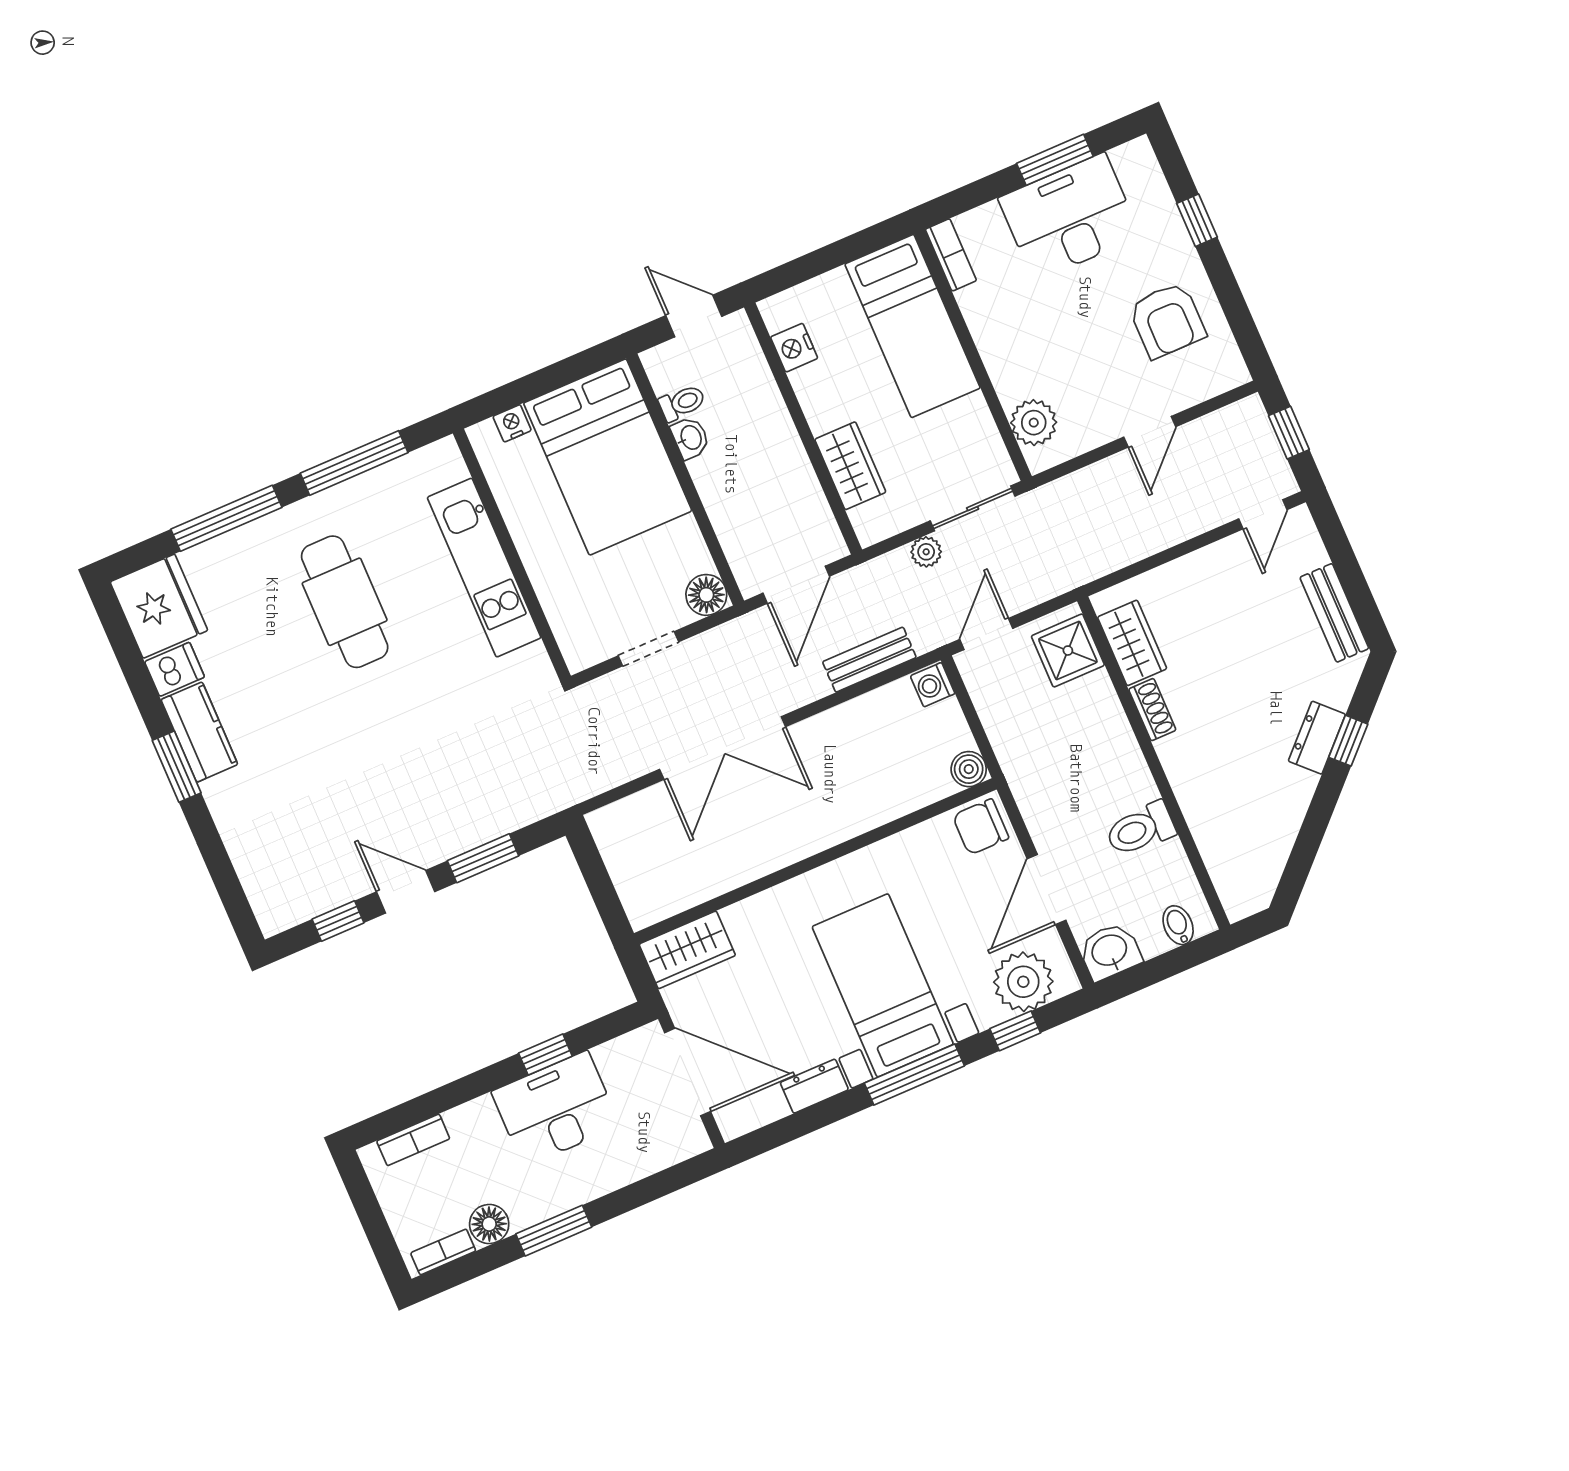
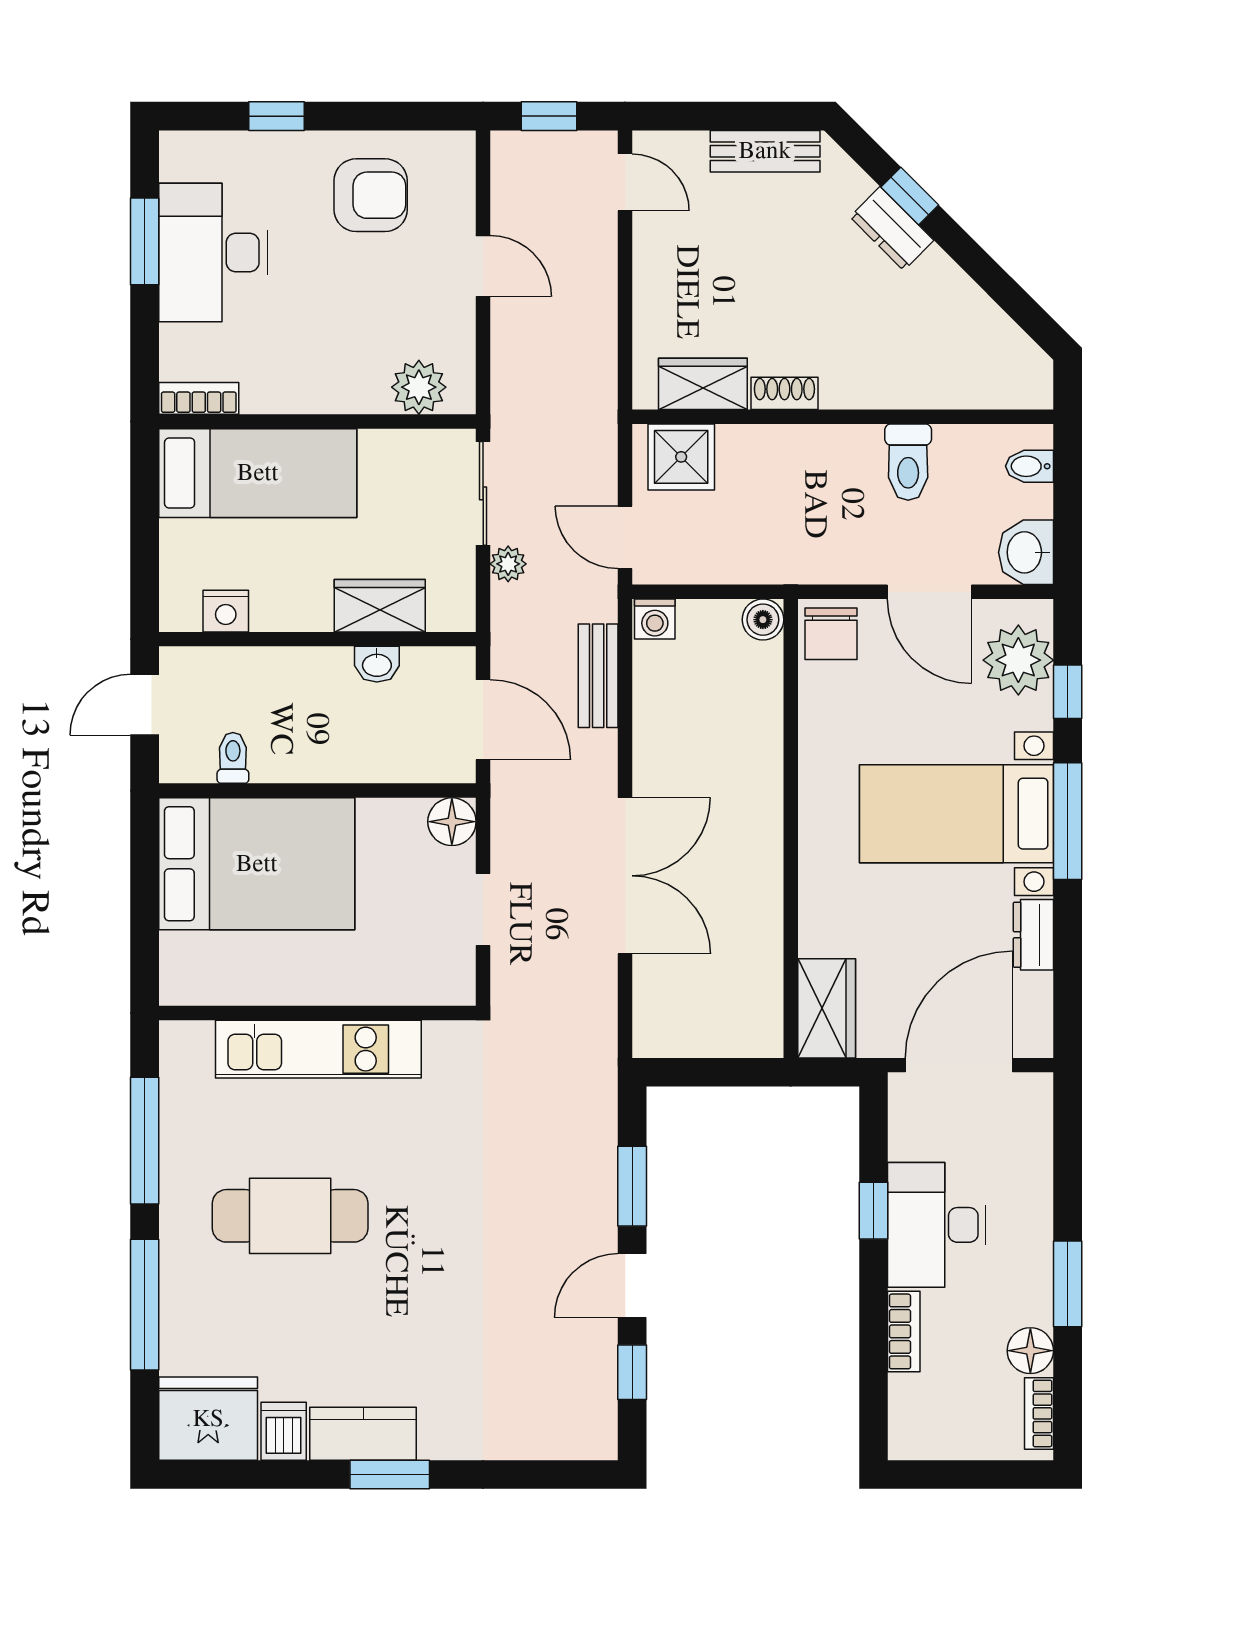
nightstand: (512, 423) -> (176, 951), removed
washbasin: (690, 438) -> (377, 664), moved, turned 180
bookcase: (413, 1140) -> (904, 1331), moved

